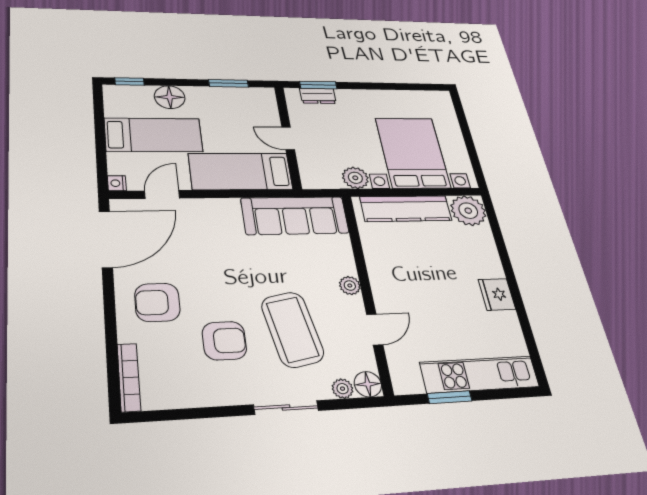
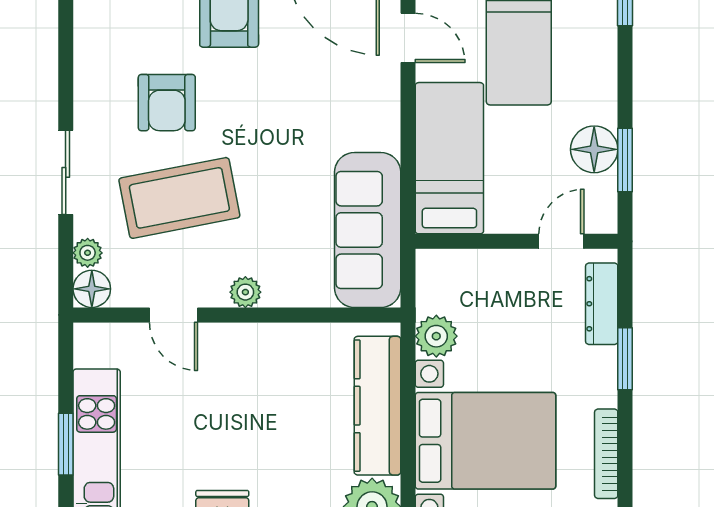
window: (318, 85) -> (625, 359), moved
bookcase: (405, 95) -> (606, 454), added
dresser: (318, 96) -> (602, 304), width x1.44
floor lamp: (170, 97) -> (594, 149), moved
door: (288, 138) -> (561, 241), moved
window: (450, 397) -> (66, 444), moved

